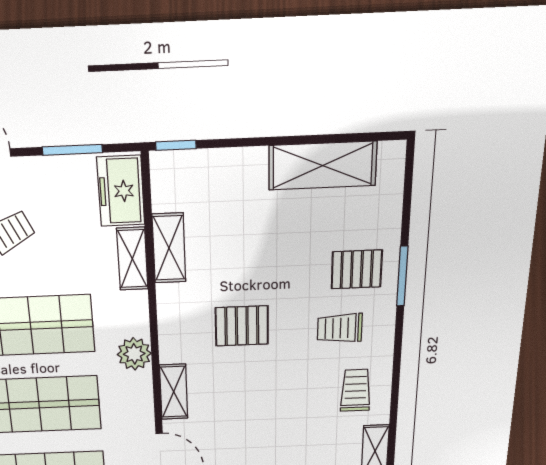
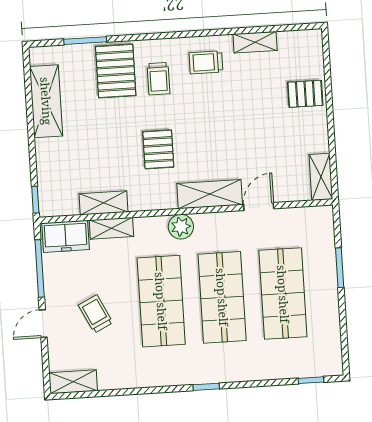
window: (72, 150) -> (40, 268), width x1.44
pallet: (357, 269) -> (116, 71), width x1.50, depth x1.42
window: (402, 276) -> (85, 41), moved
shelving: (174, 392) -> (210, 194), width x1.50, depth x1.33

